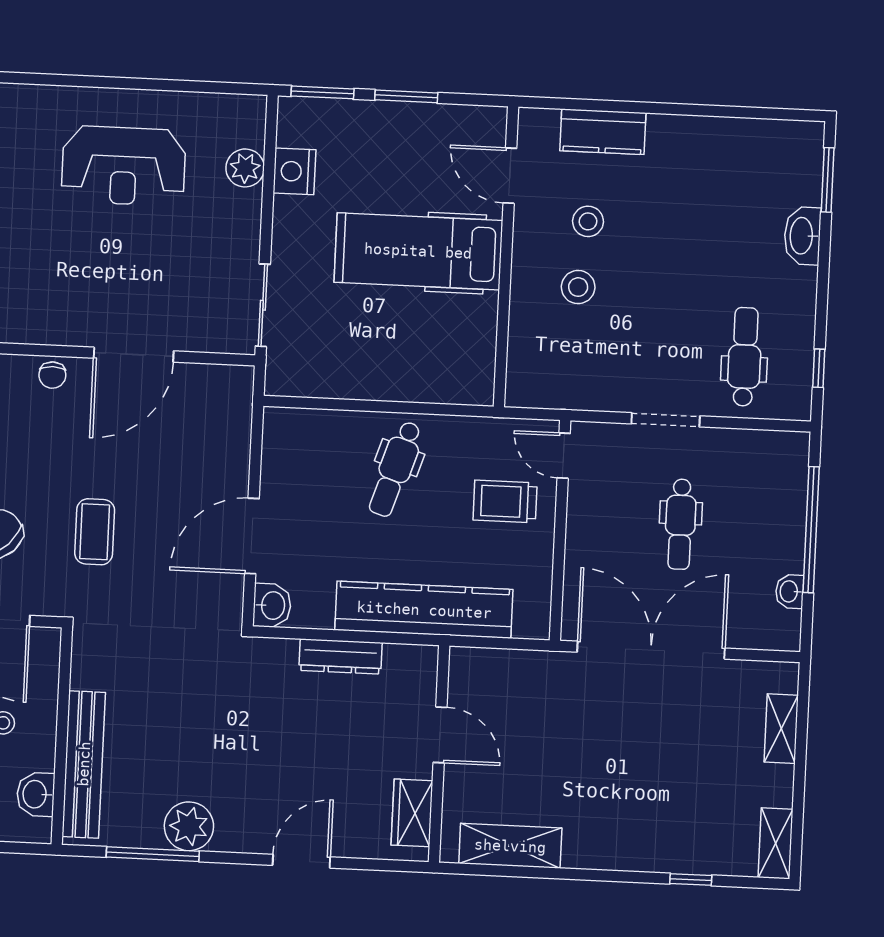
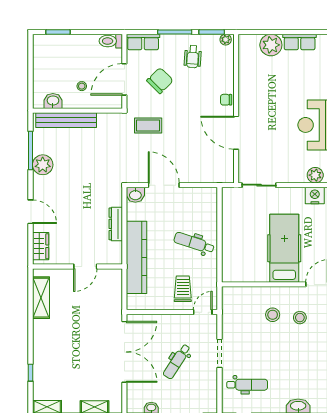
dental chair: (680, 524) -> (177, 362), turned -57
coffee table: (95, 532) -> (148, 125), moved
wardrobe: (412, 813) -> (41, 246), moved, turned 90

